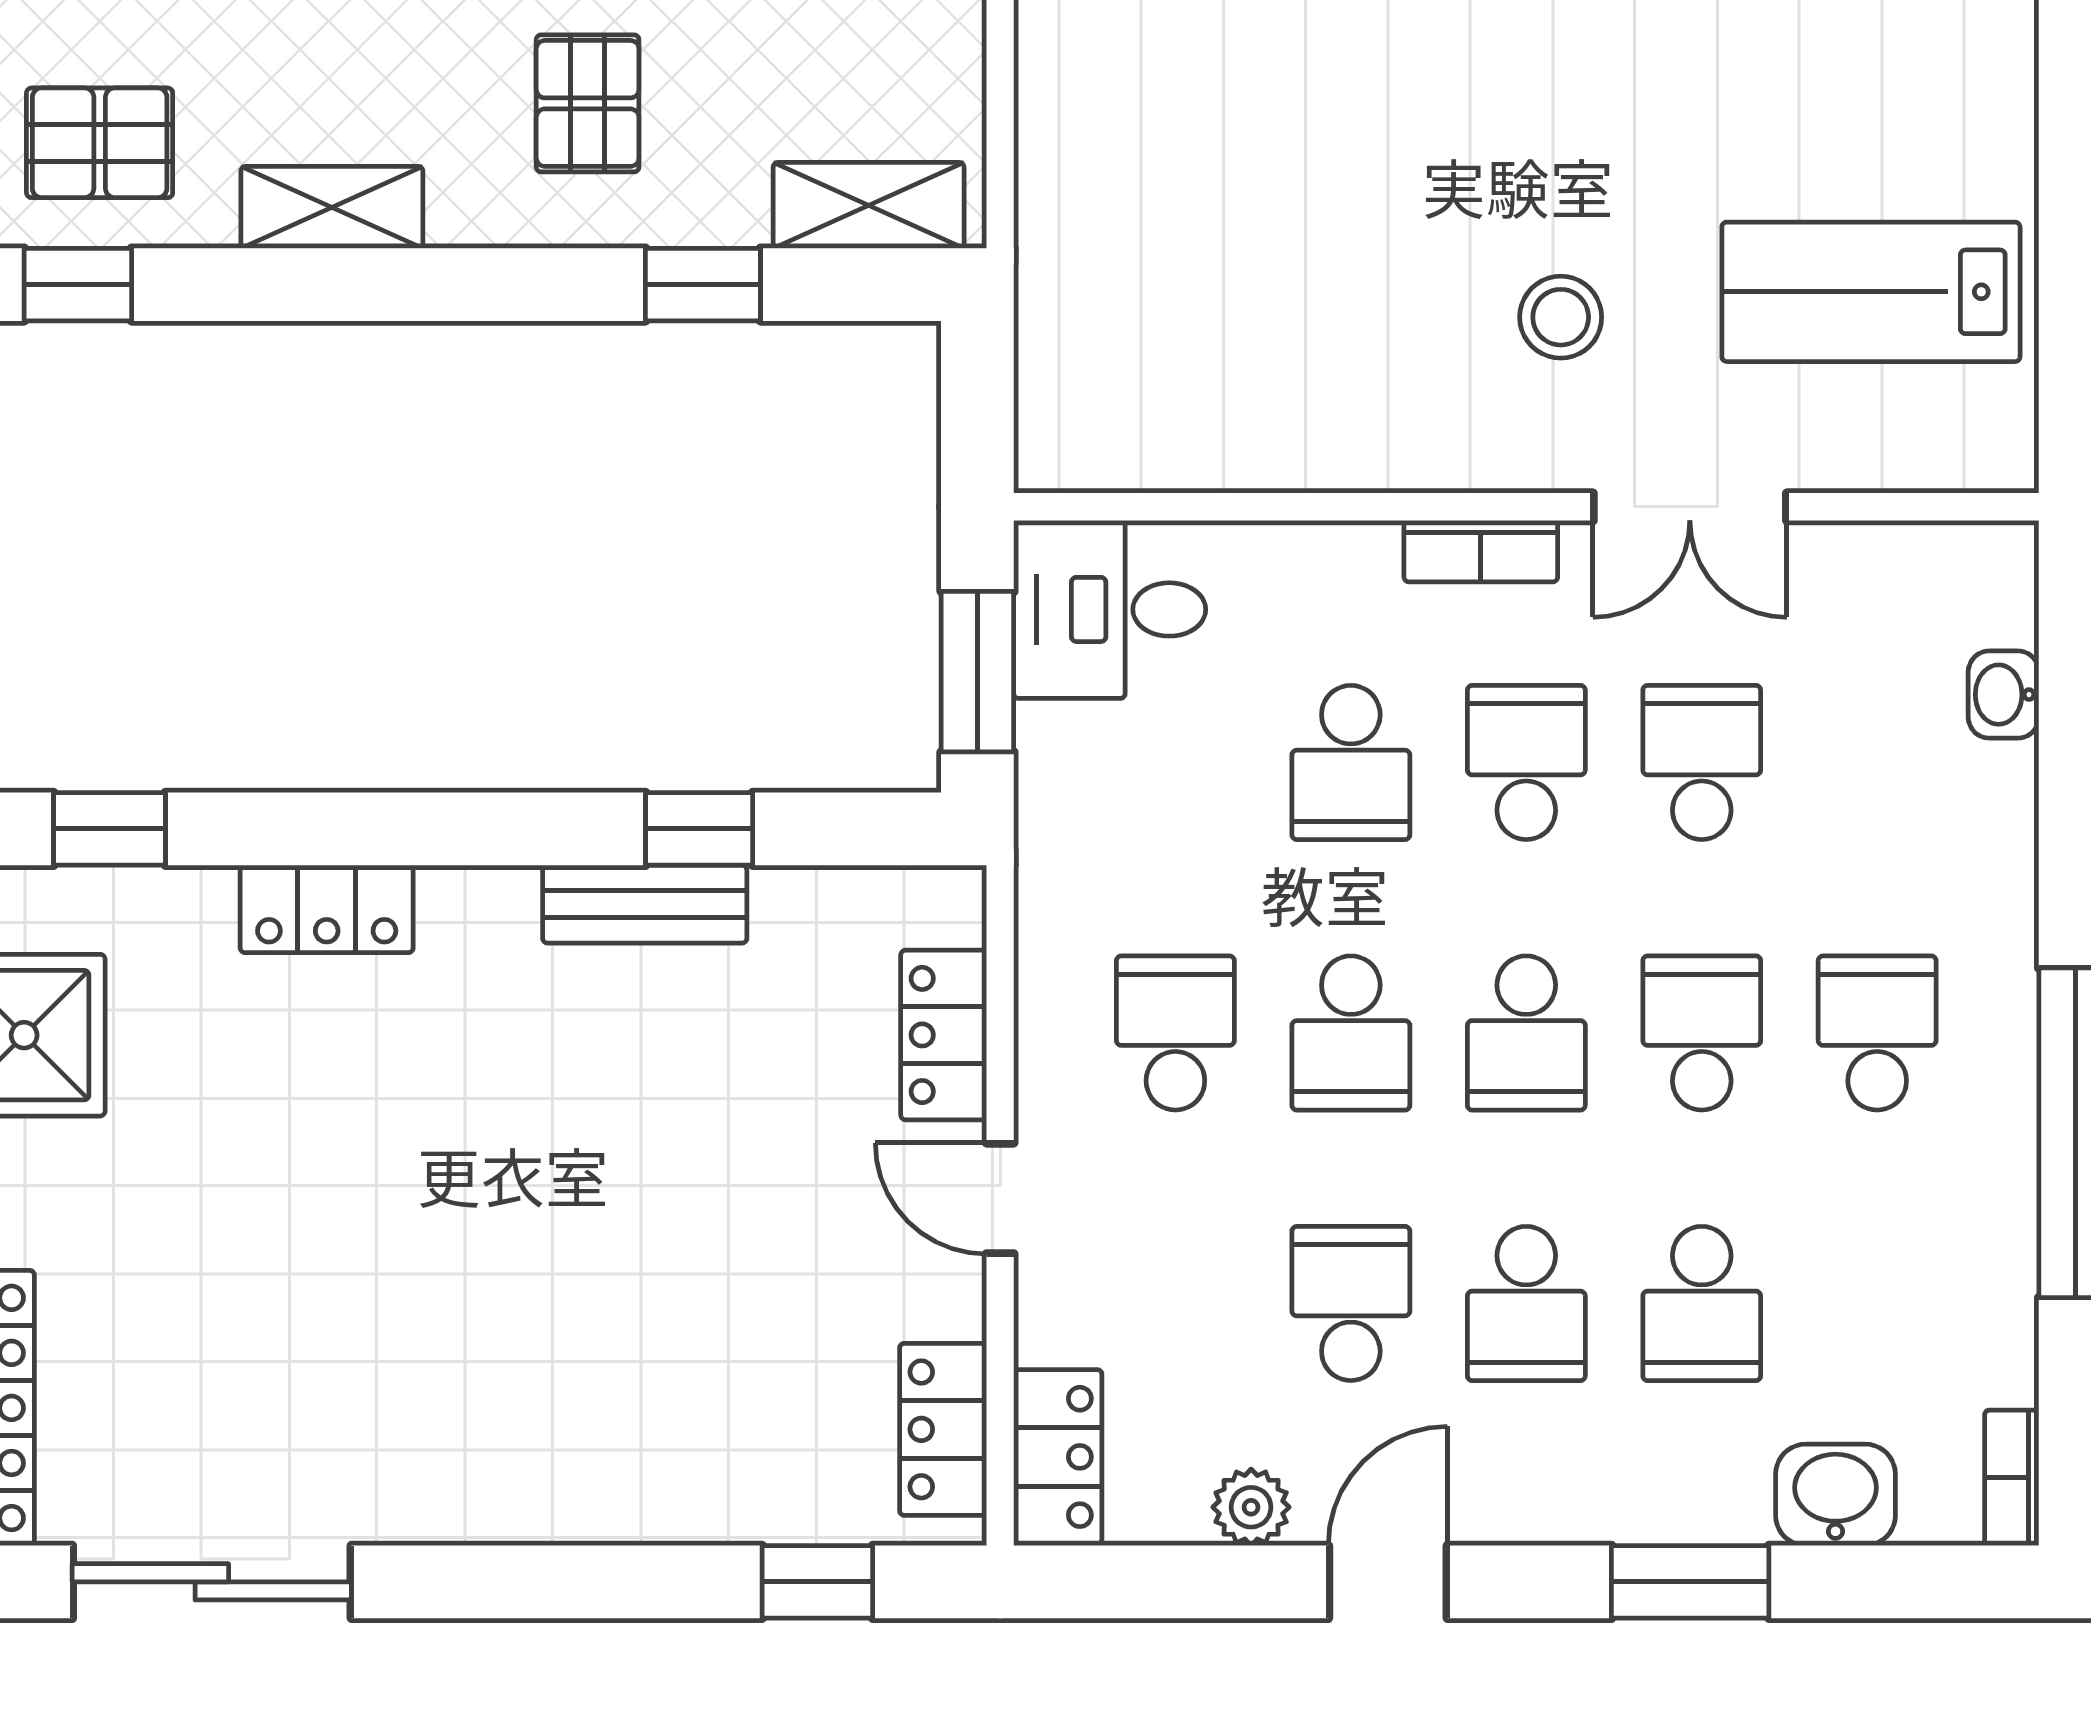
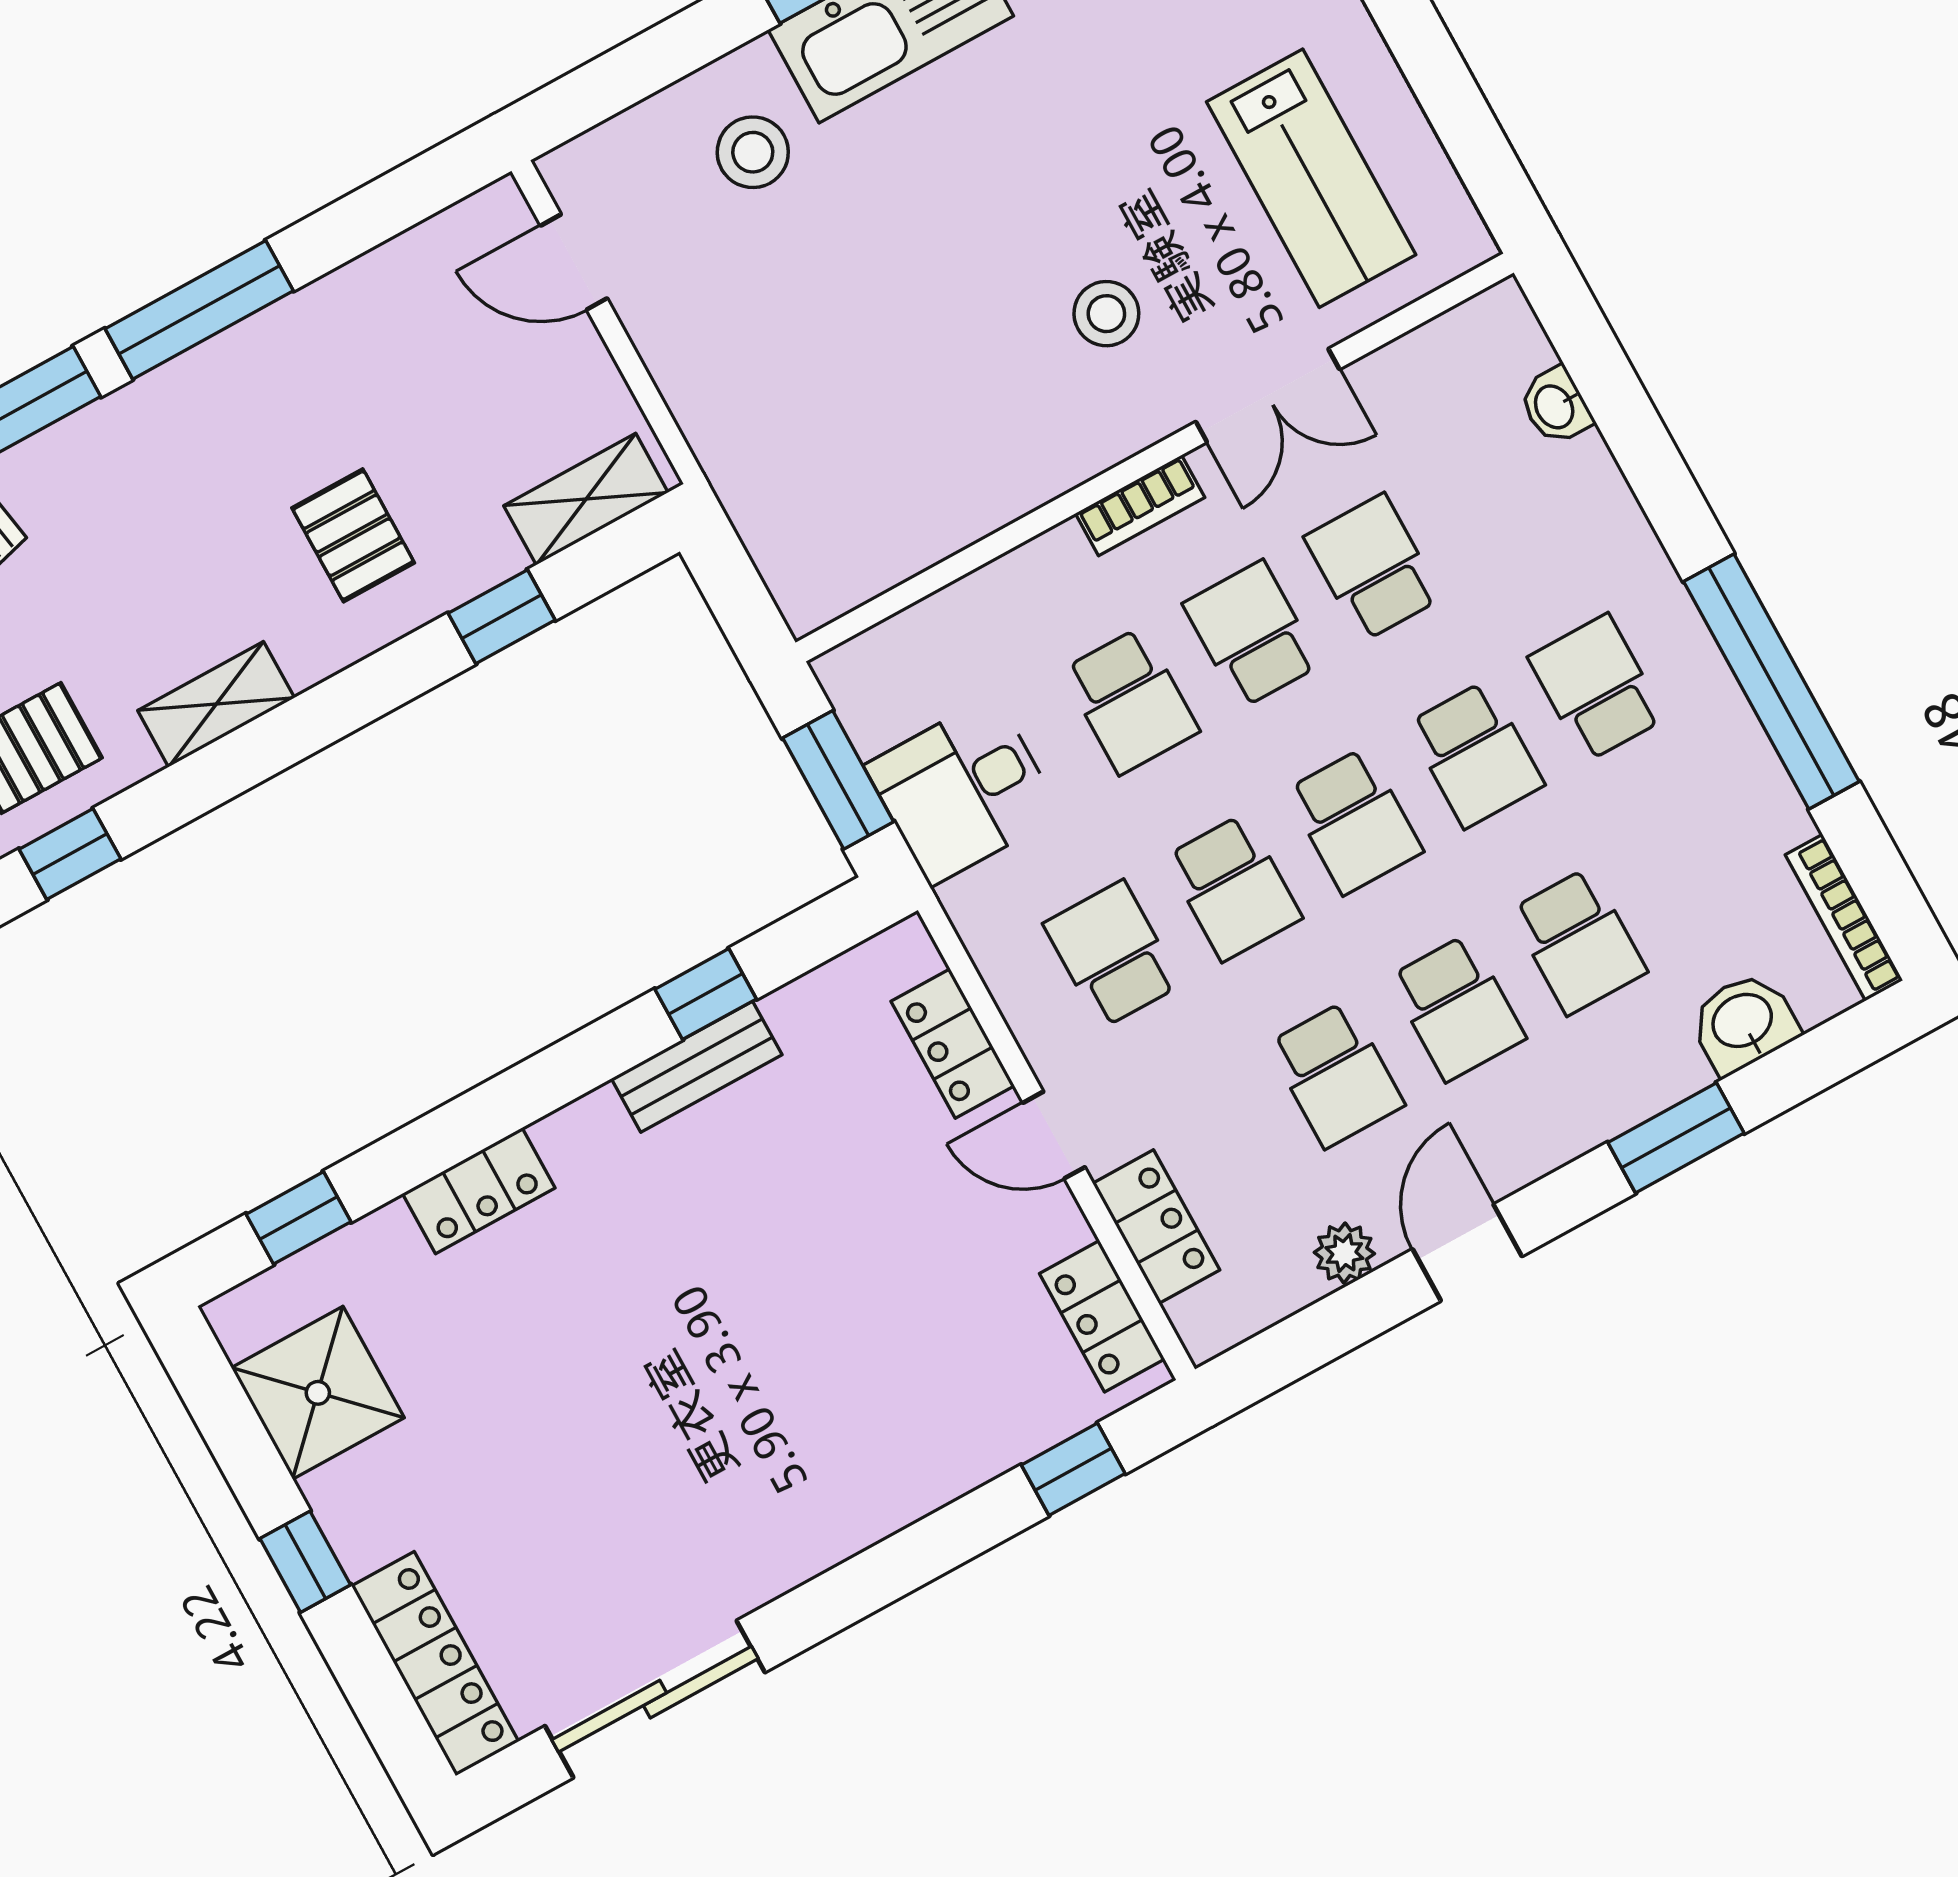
lab bench: (1871, 292) -> (1311, 178), turned -90
desk: (1110, 609) -> (963, 790), moved
school desk: (1702, 1033) -> (1476, 754), turned 180
school desk: (1351, 1303) -> (1336, 1074), turned 180
locker: (1058, 1457) -> (1156, 1227), moved
bookcase: (2012, 1478) -> (1844, 918), width x1.56

